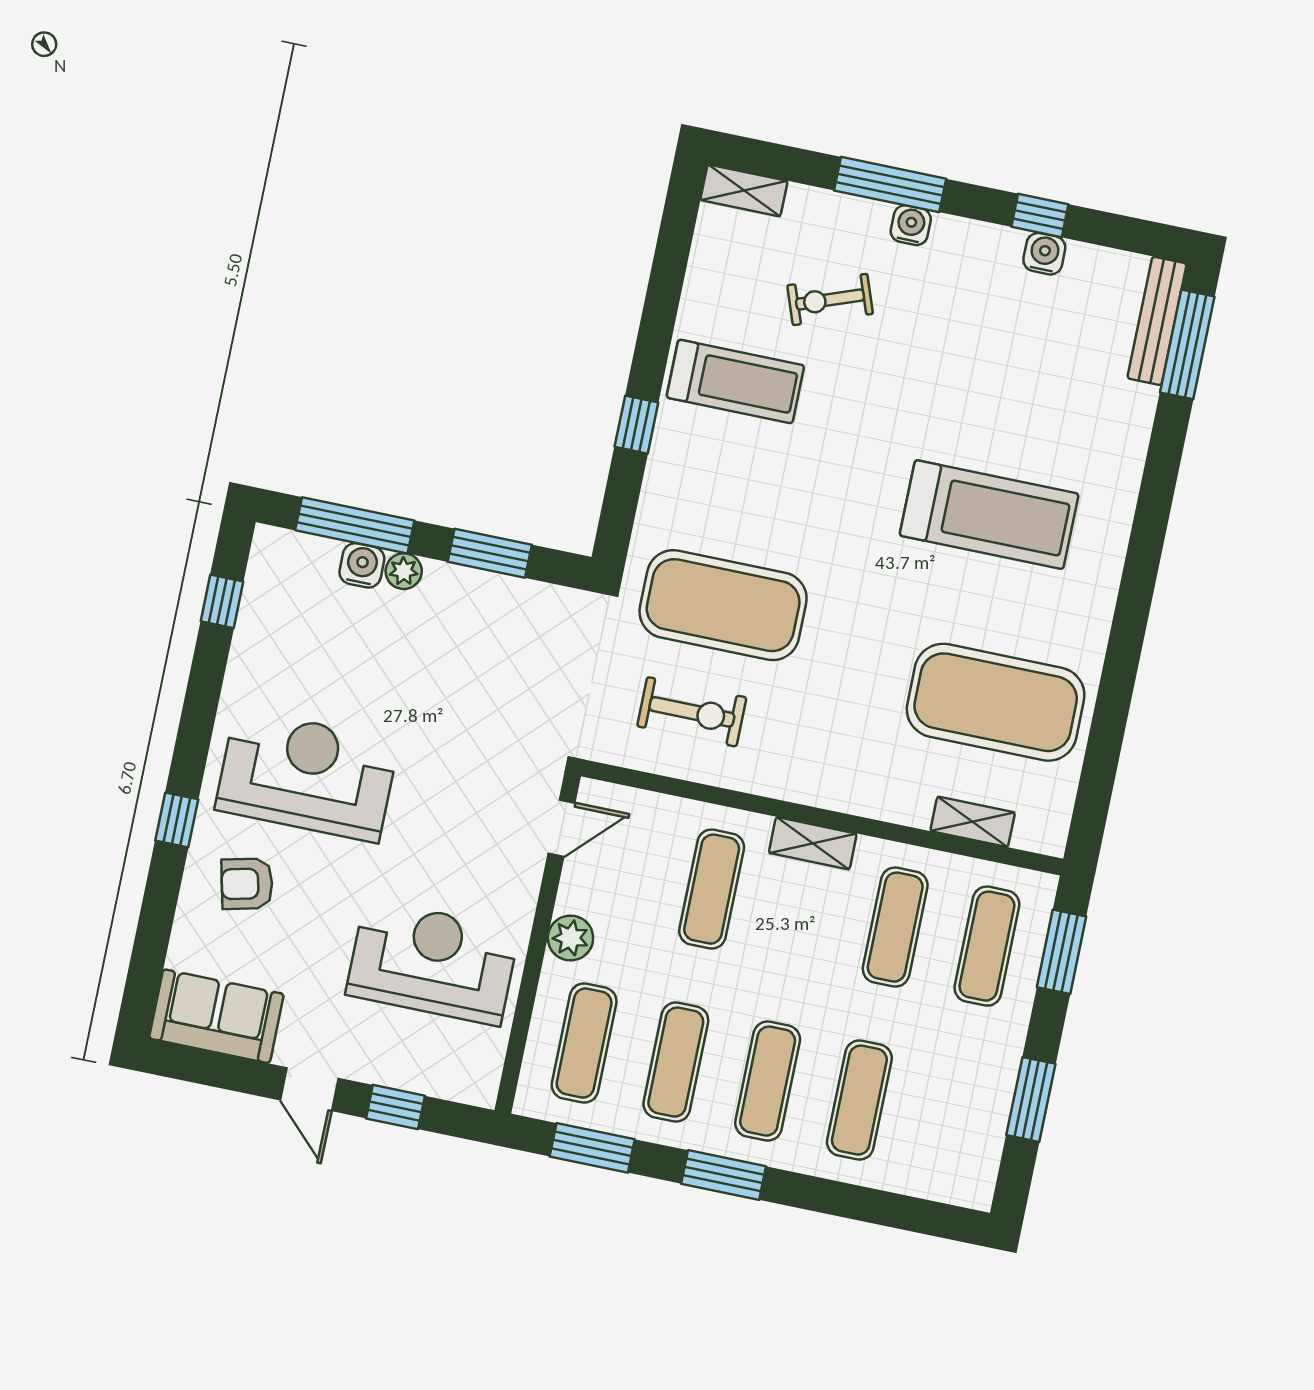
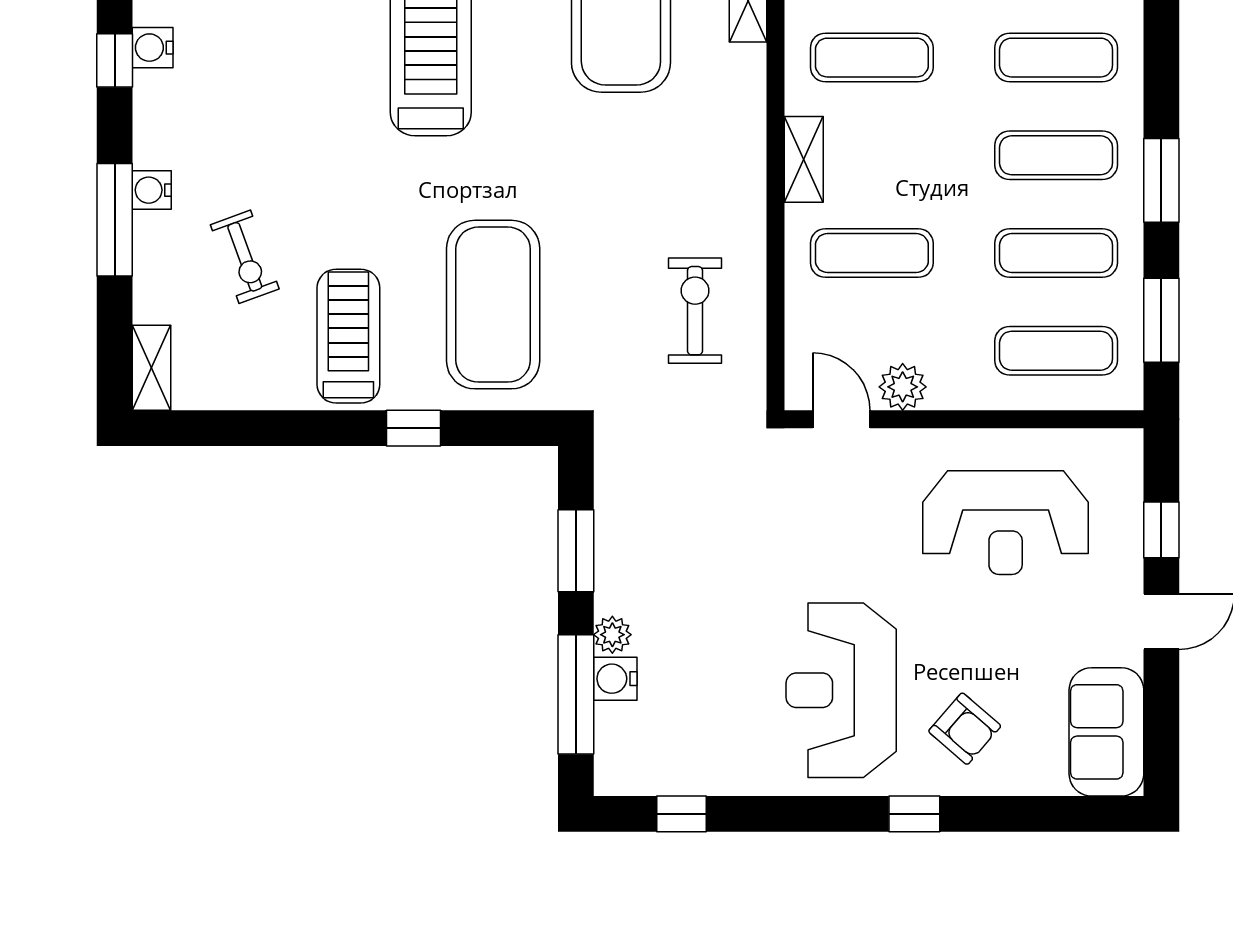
exercise mat: (723, 605) -> (493, 305), moved
armchair: (247, 884) -> (965, 729), turned -36
plant: (570, 938) -> (903, 387), moved
reception desk: (433, 962) -> (1006, 523), turned -90

